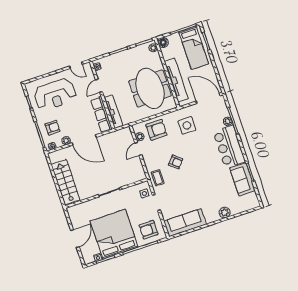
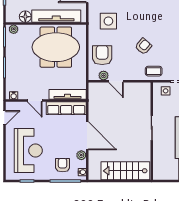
floor lamp: (163, 42) -> (25, 17), moved
door: (84, 140) -> (87, 136), hinge flipped

